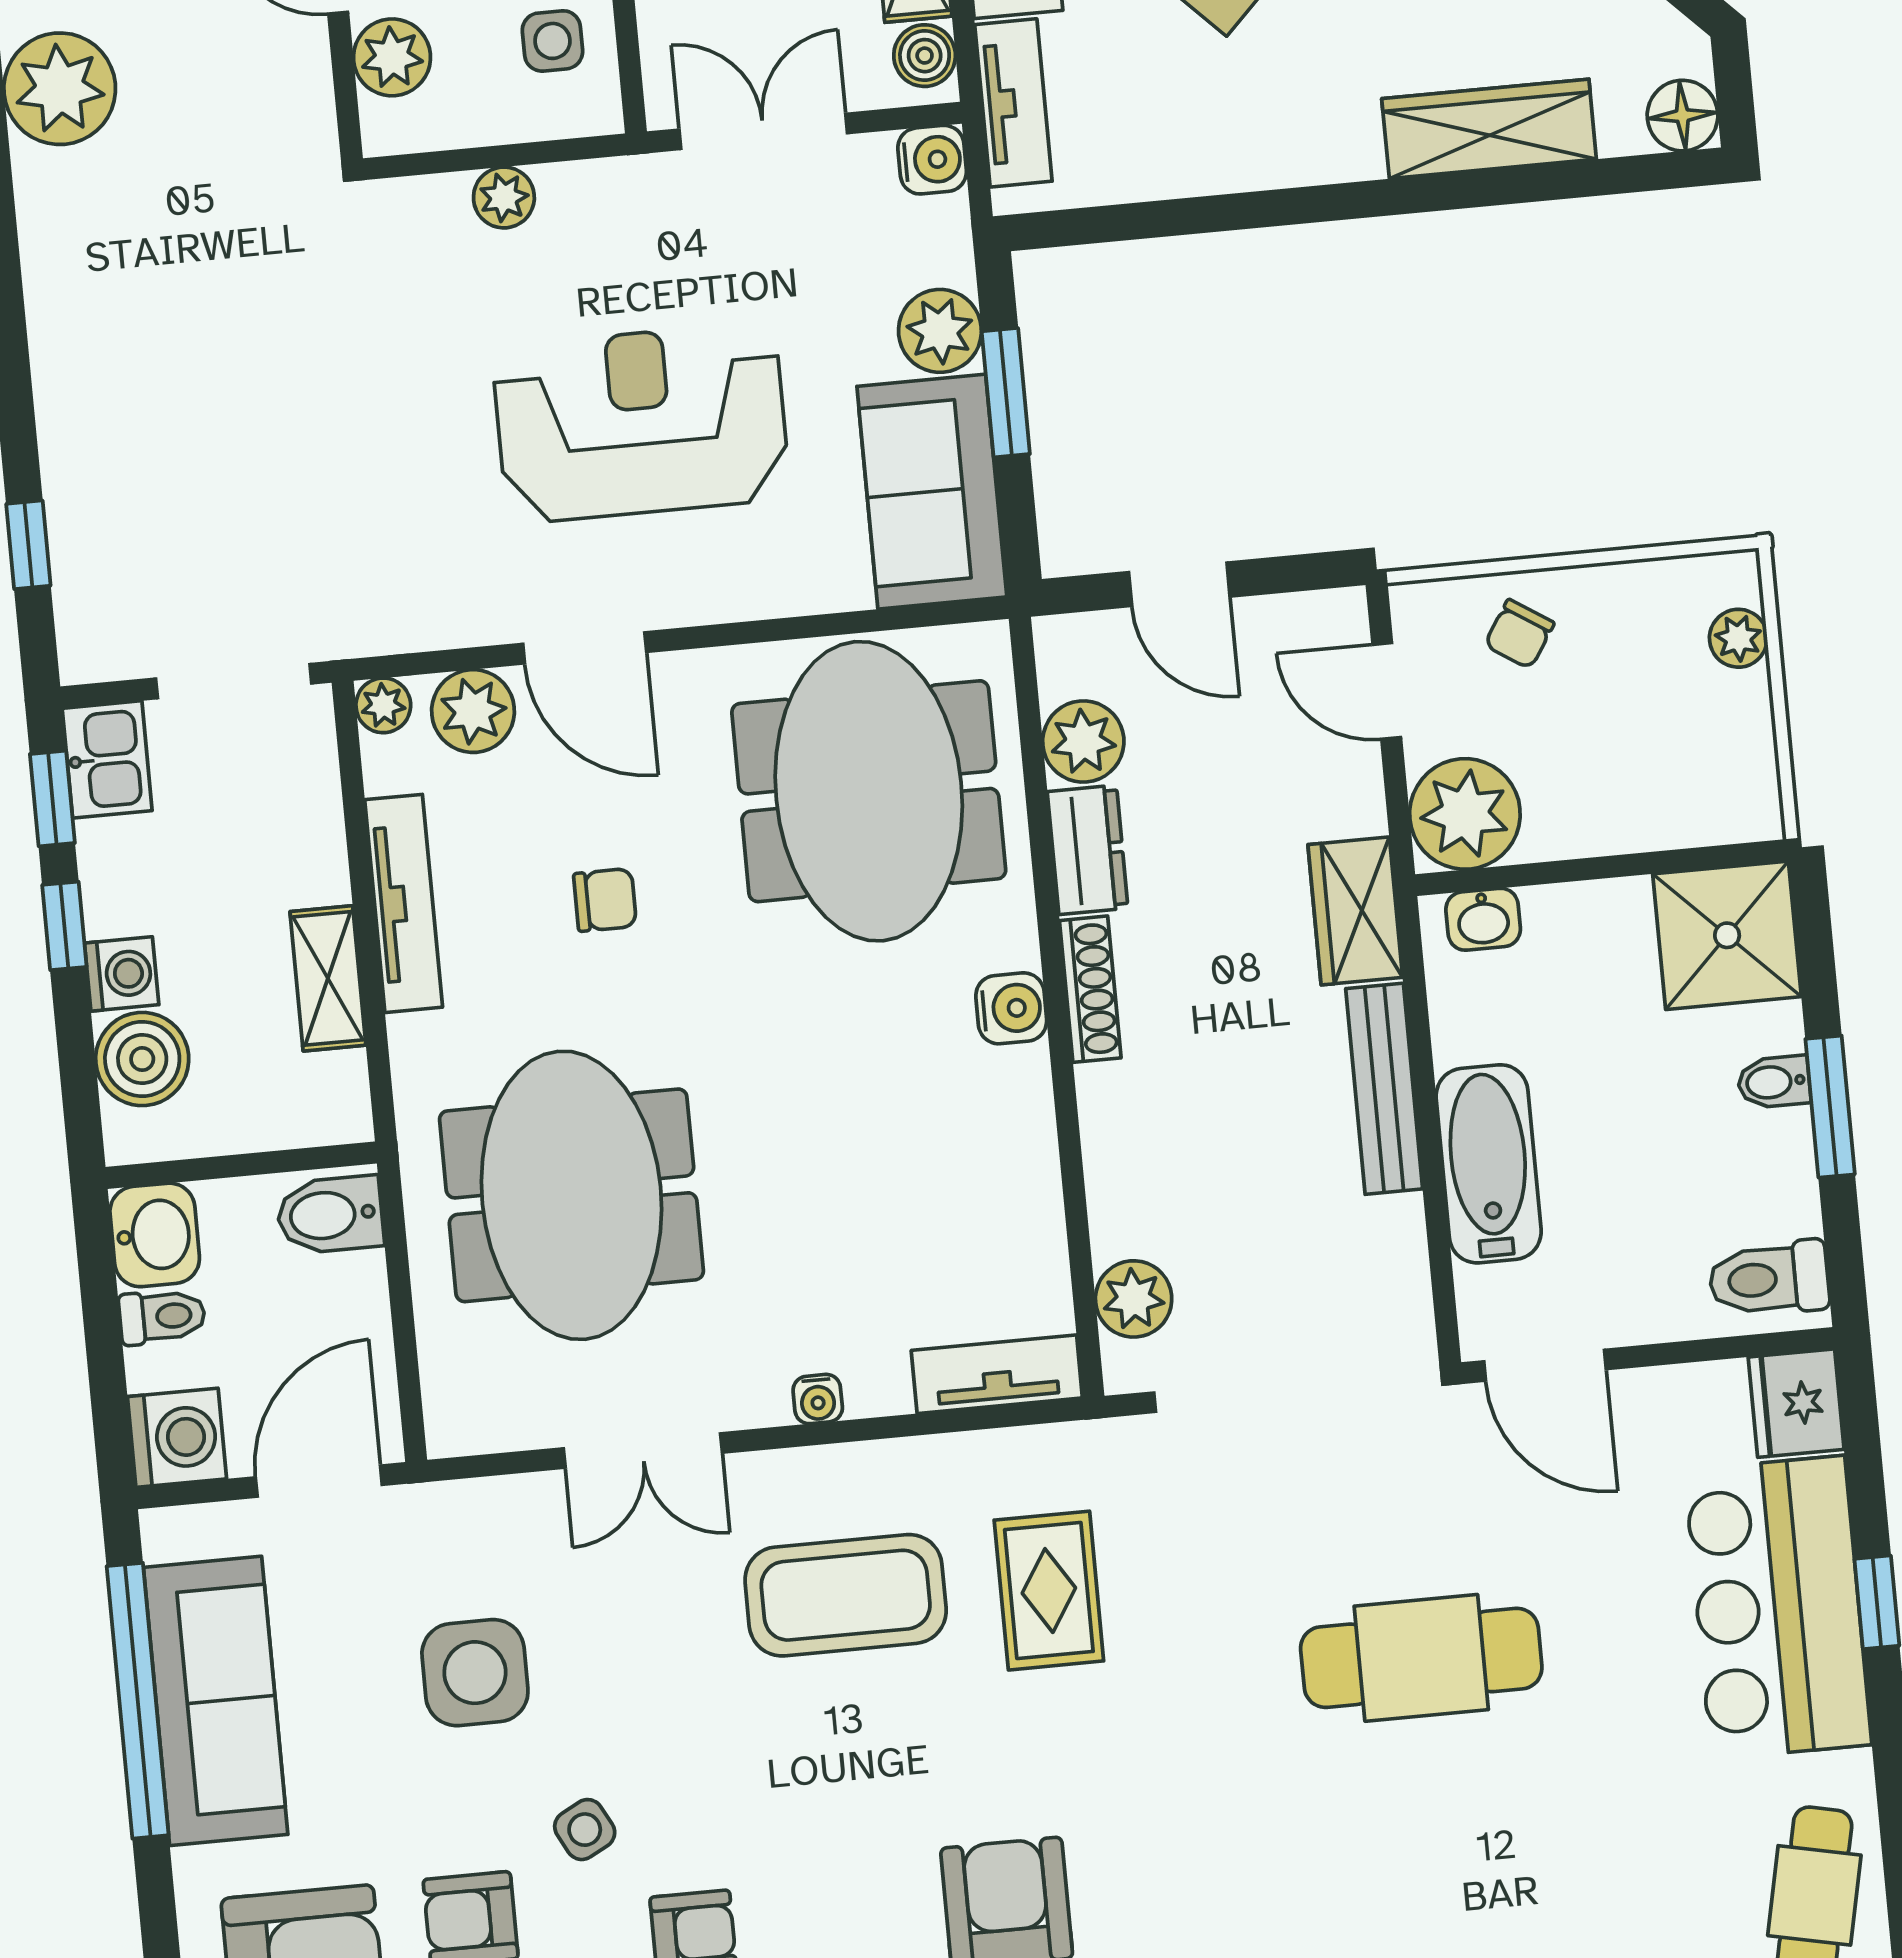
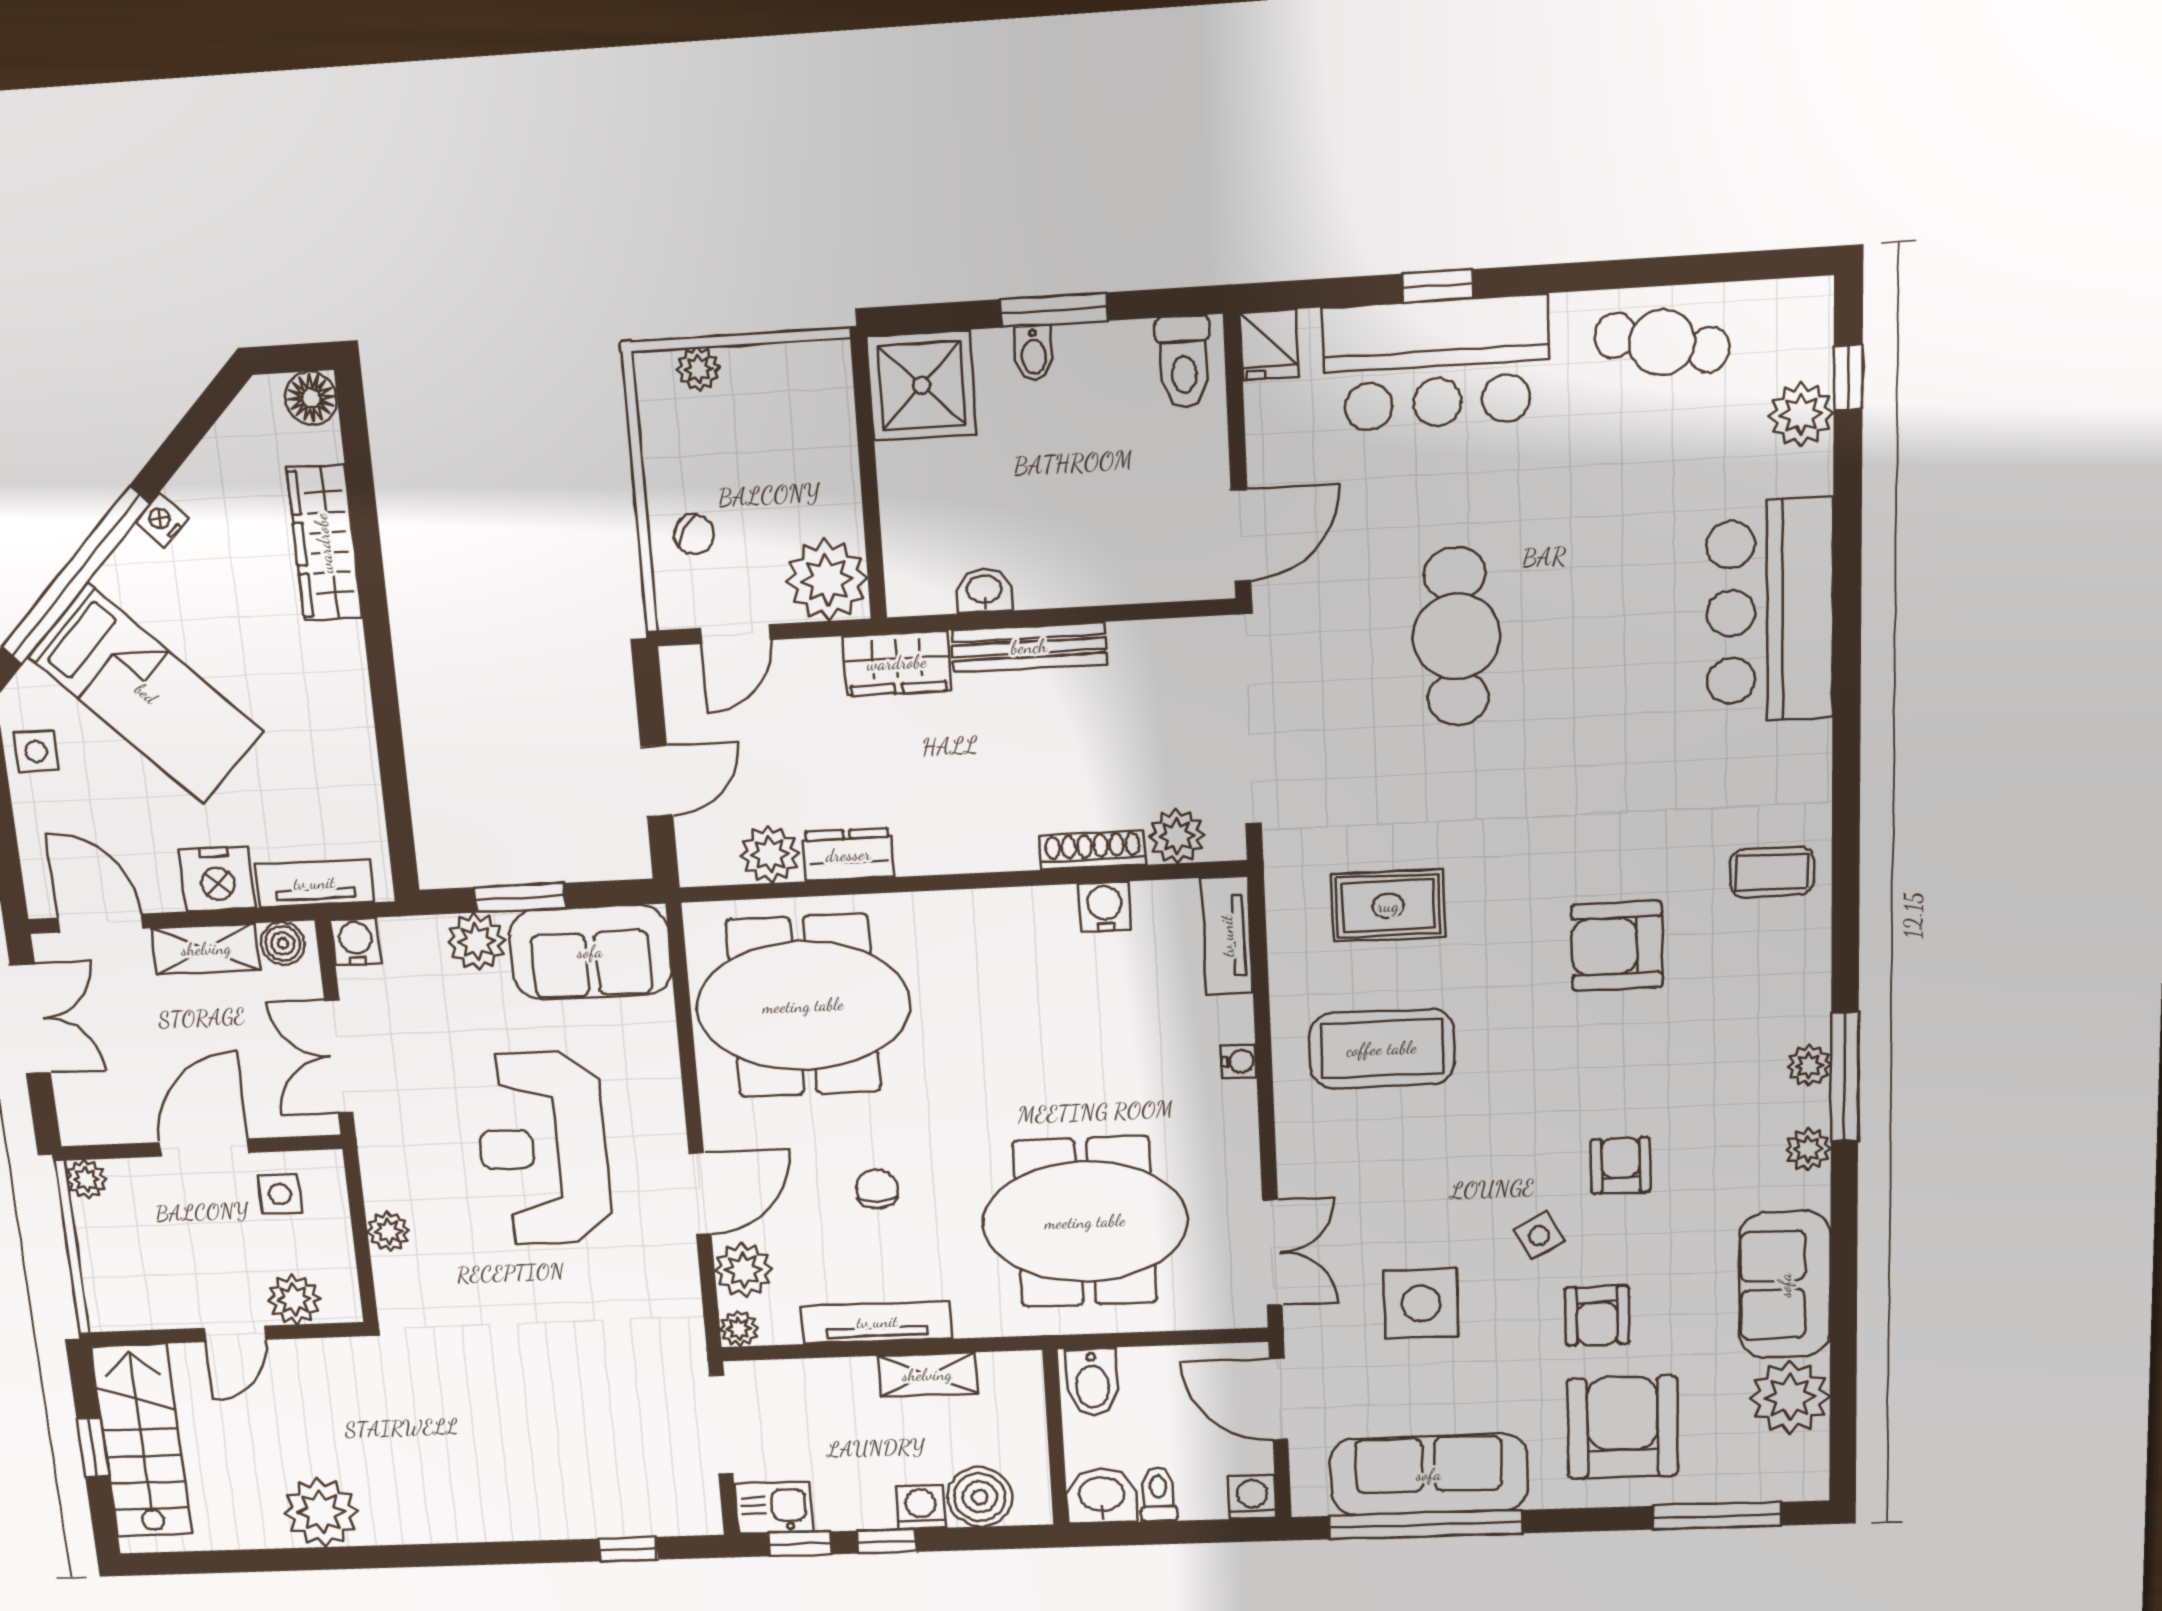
washbasin: (1483, 919) -> (984, 590), moved, turned -90
shoe rack: (1090, 989) -> (1093, 850), moved
water cooler: (1011, 1008) -> (1105, 907), moved
bathtub: (1489, 1164) -> (1088, 572), removed
fridge: (1796, 1403) -> (1269, 345), width x0.72
washing machine: (177, 1438) -> (1252, 1497), width x0.73, depth x0.73
double door: (643, 1451) -> (1272, 1253), moved
coffee table: (846, 1595) -> (1382, 1049), turned 90

